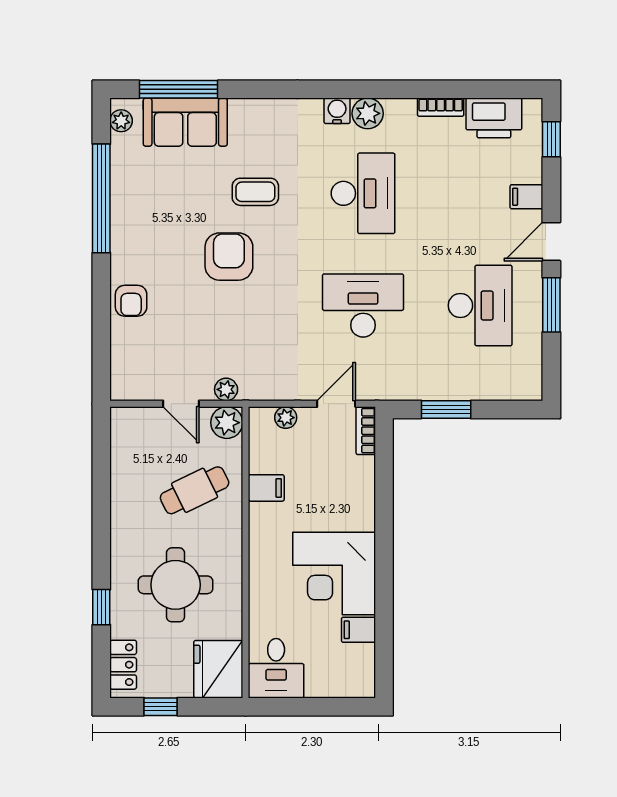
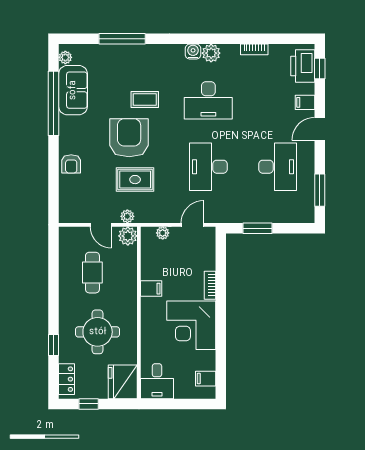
window: (179, 89) -> (122, 39), moved
printer: (494, 118) -> (303, 66), moved, turned 90
sofa: (185, 122) -> (73, 90), moved, turned -90
desk: (363, 193) -> (208, 100), turned 90
armchair: (229, 257) -> (129, 138), width x1.36, depth x1.36
desk: (363, 305) -> (208, 167), turned -90
window: (551, 305) -> (320, 190), moved
rug: (239, 327) -> (135, 180), added
bookcase: (366, 431) -> (210, 285), moved
filing cabinet: (266, 488) -> (151, 289), moved
cafe table: (195, 490) -> (92, 273), moved, turned -64
filing cabinet: (359, 630) -> (206, 379), moved

